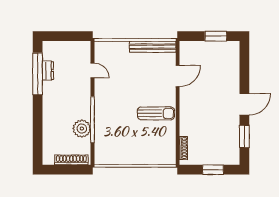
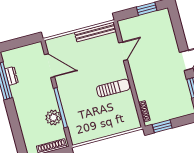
door: (92, 70) -> (49, 66), width x1.88
window: (213, 170) -> (162, 126), moved

